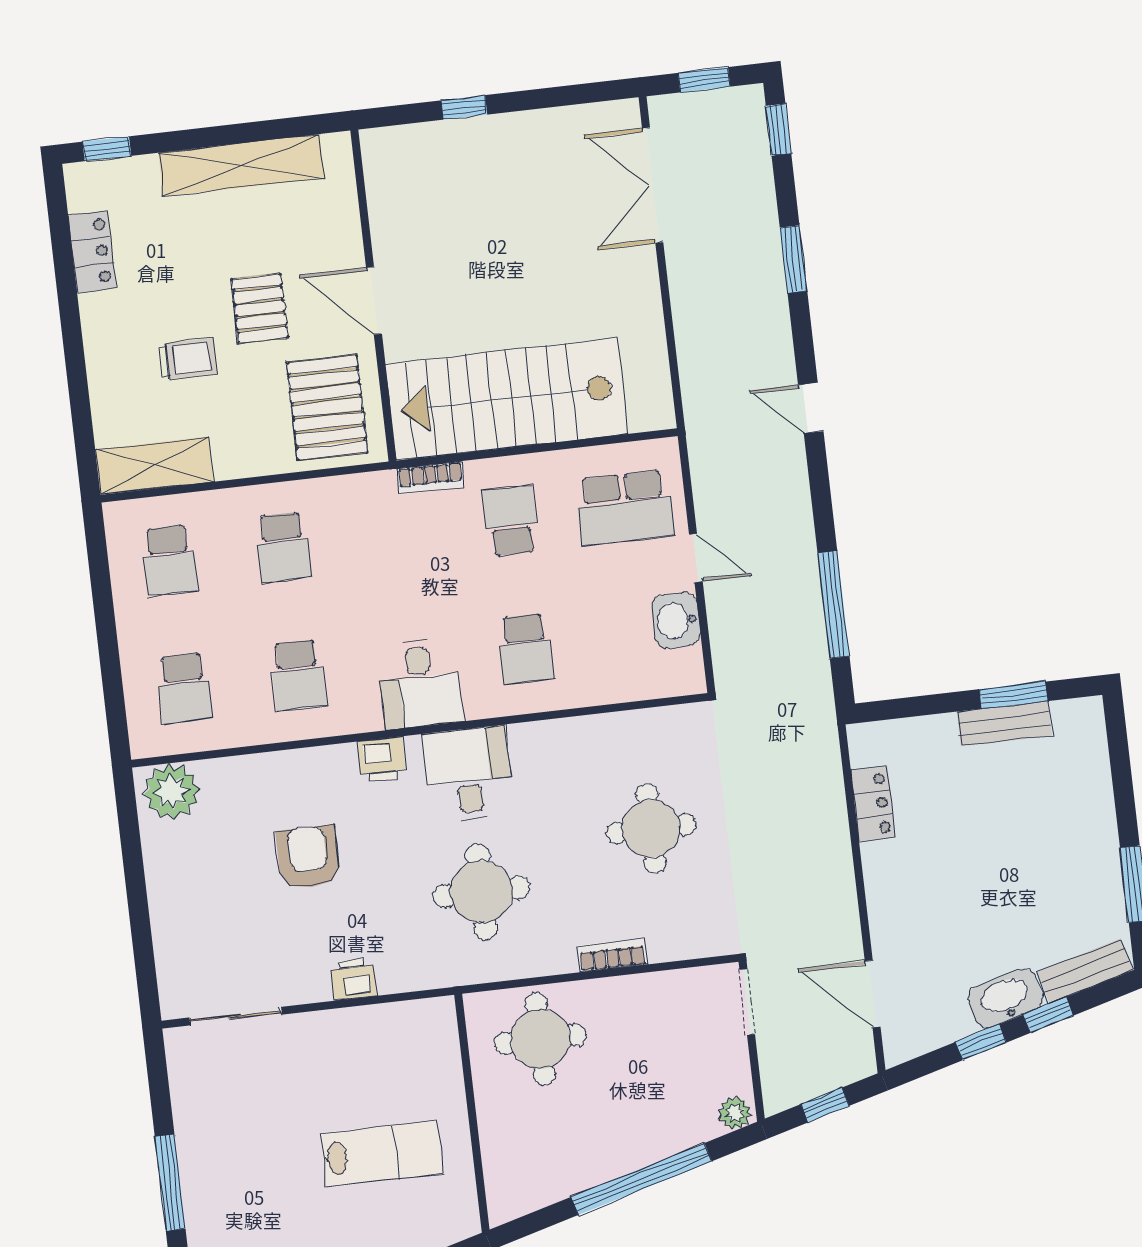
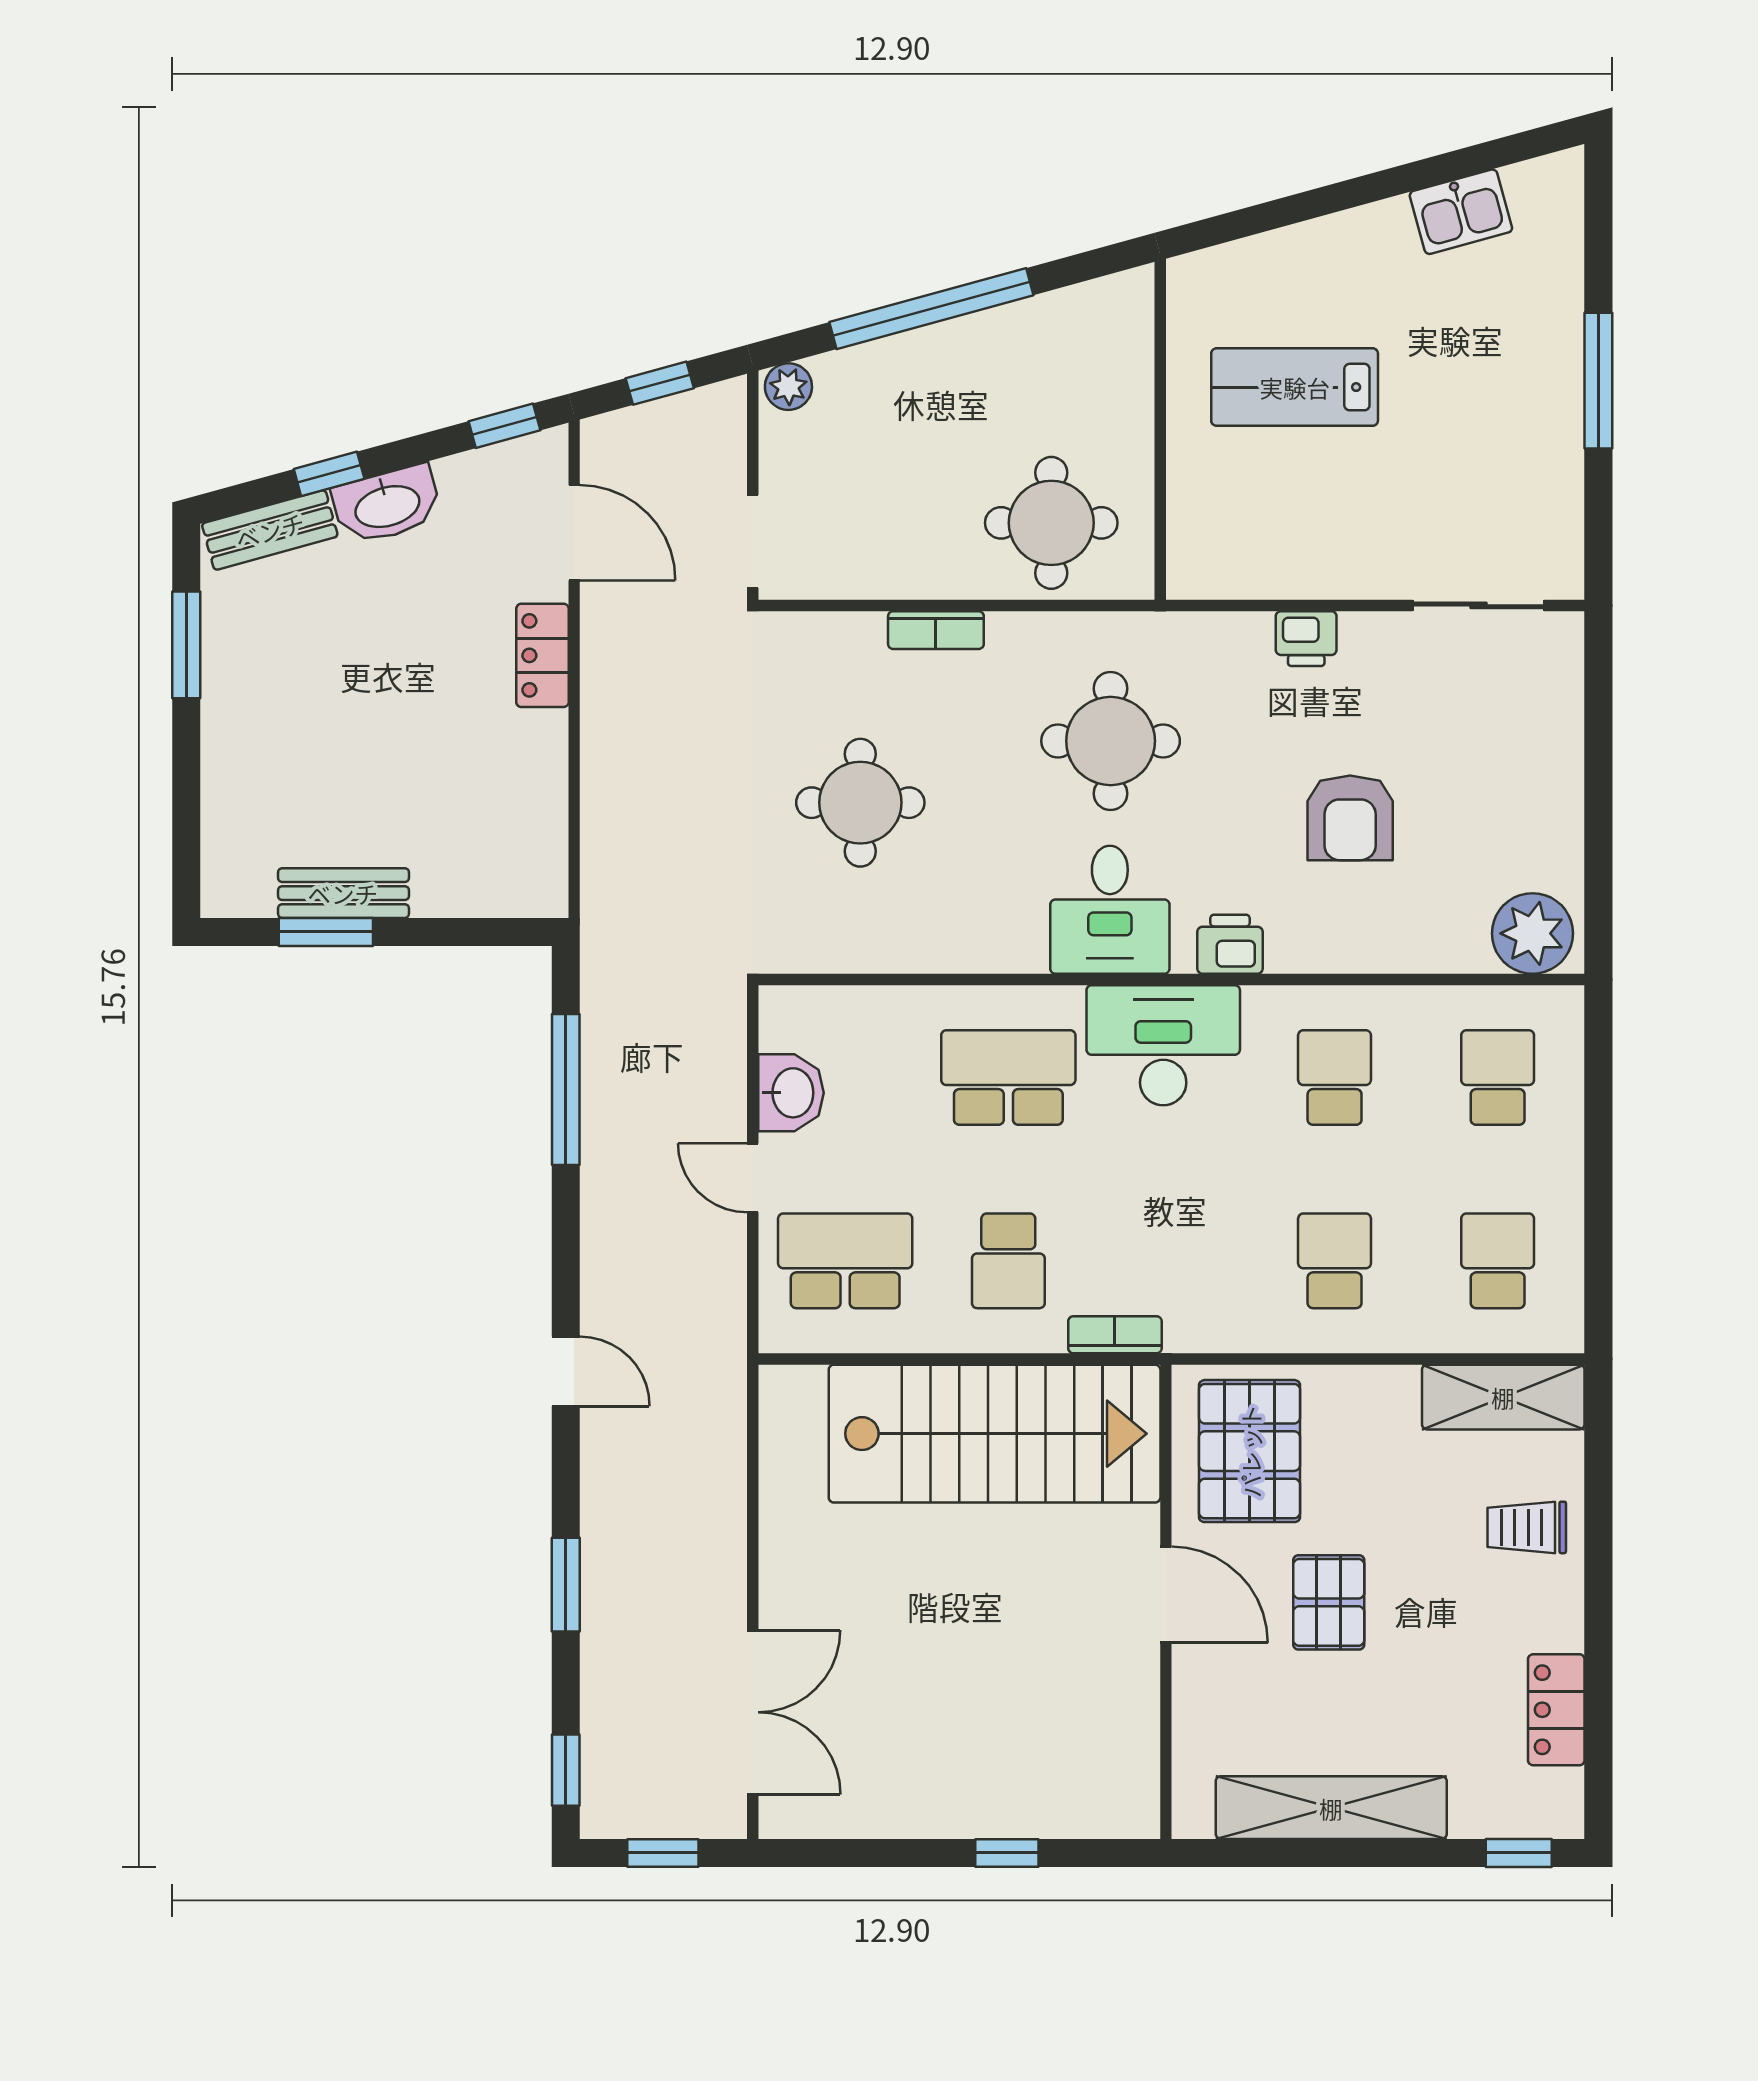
trolley: (188, 359) -> (1527, 1527), moved
school desk: (526, 649) -> (1008, 1078), width x1.85
desk: (420, 684) -> (1163, 1045), width x1.37
locker: (873, 804) -> (542, 655), moved
window: (981, 1042) -> (504, 426), moved

